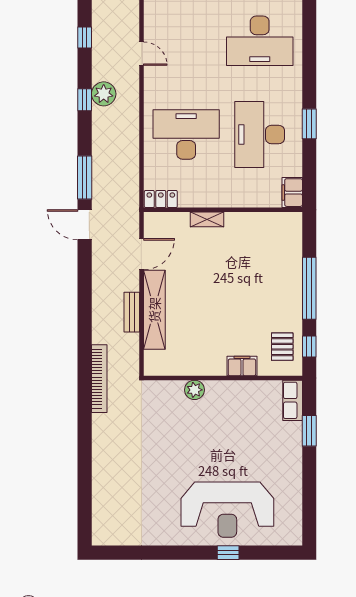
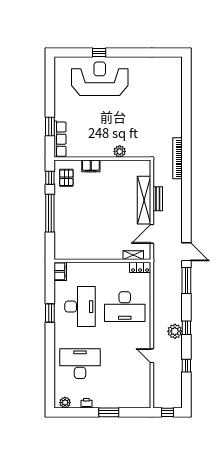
shelving: (207, 219) -> (133, 255), moved
row of seats: (293, 400) -> (60, 139), width x1.48

